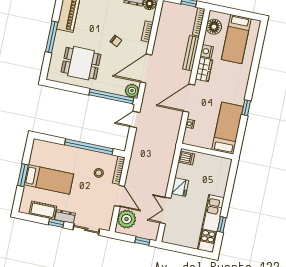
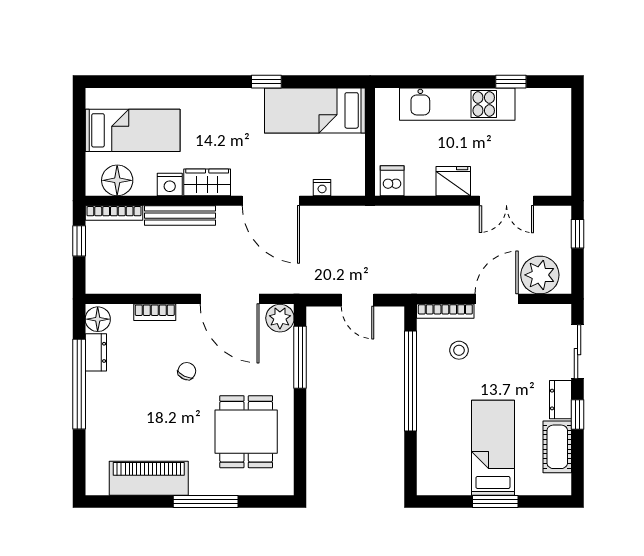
window: (111, 96) -> (300, 357), width x0.68
door: (135, 120) -> (357, 300), moved
kitchen unit: (211, 224) -> (457, 104), moved

